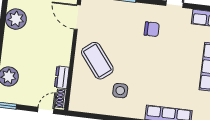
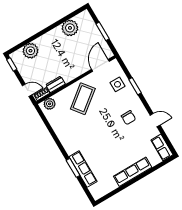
side table: (120, 91) -> (118, 84), moved
plant: (77, 98) -> (50, 104), added

